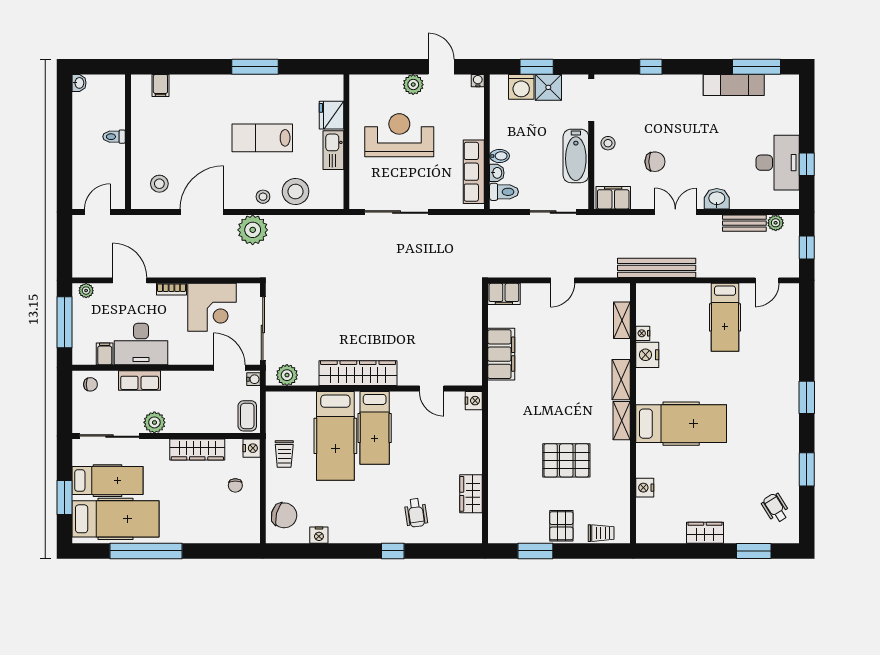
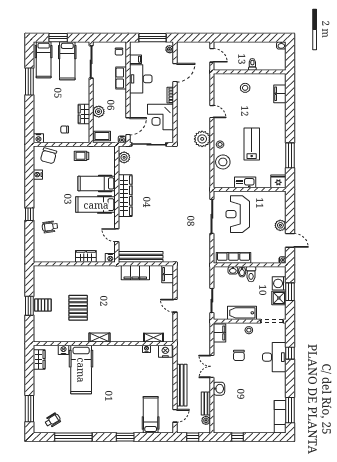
window: (255, 67) -> (290, 155), moved
door: (441, 67) -> (290, 240), hinge flipped
exam couch: (734, 85) -> (280, 417), moved
filing cabinet: (160, 86) -> (280, 94), width x2.00
fridge: (331, 115) -> (278, 181), moved
reception desk: (399, 135) -> (238, 214), moved, turned 180
desk: (778, 163) -> (274, 357), moved, turned -90
stool: (159, 184) -> (245, 88), moved
toilet: (504, 192) -> (251, 274), moved
door: (202, 212) -> (212, 112), width x0.53
double door: (675, 212) -> (212, 366), swing flipped
bench: (657, 268) -> (182, 385), moved
door: (767, 280) -> (175, 416), swing flipped
hospital bed: (725, 317) -> (151, 415), moved, turned 90
bench: (472, 344) -> (141, 257), added
nightstand: (647, 355) -> (165, 351), moved
shelving: (621, 380) -> (122, 337), removed
door: (432, 389) -> (117, 235), hinge flipped
window: (807, 397) -> (125, 437), moved
plant: (154, 422) -> (99, 112), moved
hospital bed: (681, 424) -> (81, 370), moved
hospital bed: (335, 436) -> (97, 183), width x0.73, depth x0.78
nightstand: (252, 448) -> (38, 138), moved
wardrobe: (197, 449) -> (84, 114), width x0.67
window: (807, 469) -> (73, 437), width x2.11
wardrobe: (471, 494) -> (86, 256), moved
hospital bed: (115, 519) -> (44, 60), width x0.73, depth x0.78
trolley: (601, 533) -> (39, 326), removed
wardrobe: (705, 533) -> (39, 359), moved
window: (146, 551) -> (29, 81), width x0.68
window: (535, 551) -> (29, 306), moved
window: (754, 551) -> (29, 409), width x1.44

